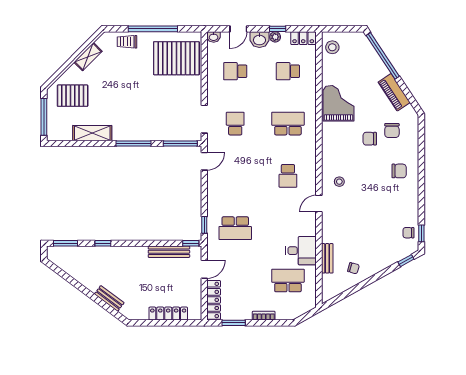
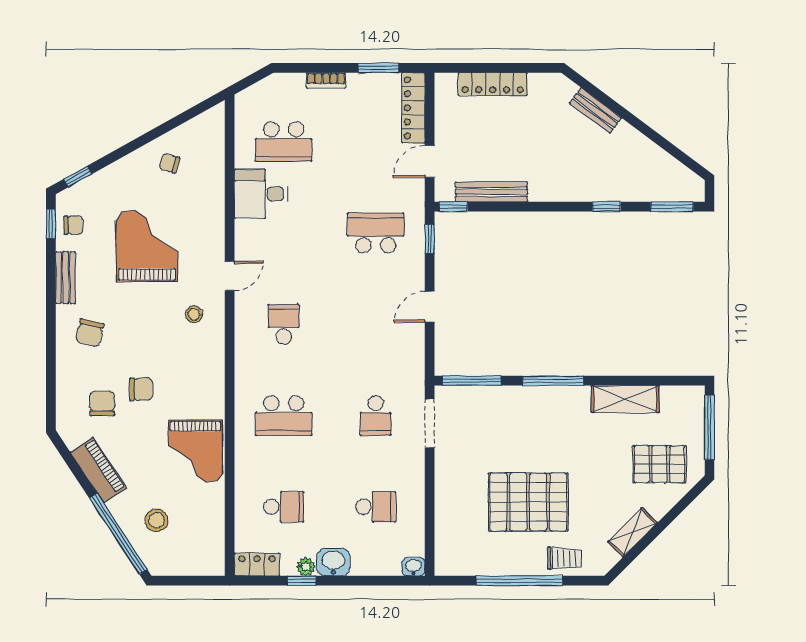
door: (238, 29) -> (370, 581), removed
stool: (332, 47) -> (156, 520), moved
pallet: (176, 58) -> (528, 502), moved
door: (204, 161) -> (430, 307), moved
chair: (399, 171) -> (90, 333), turned -77
grand piano: (366, 221) -> (147, 246), added
bench: (327, 258) -> (66, 278), moved

